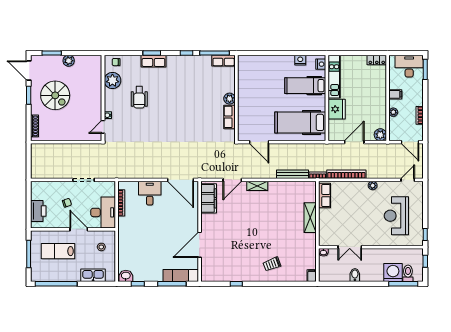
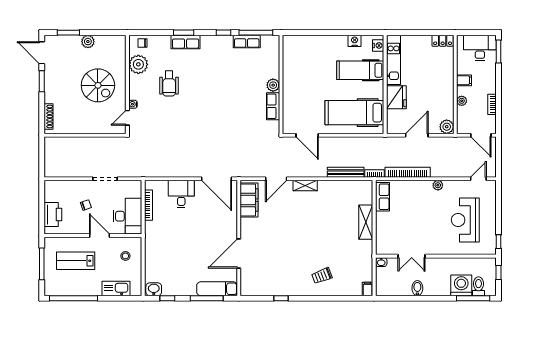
row of seats: (224, 61) -> (247, 41), moved
spiral stairs: (55, 95) -> (98, 85), moved

